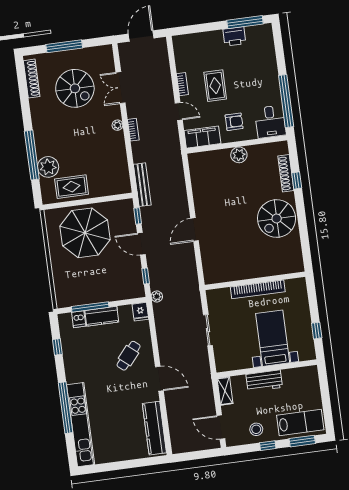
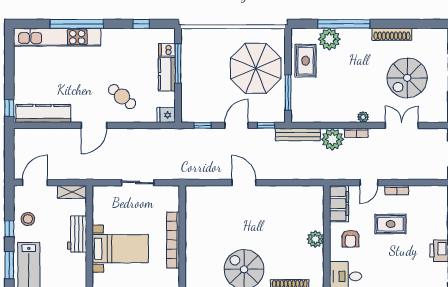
shoe rack: (32, 79) -> (392, 34), moved
window: (104, 199) -> (288, 92), added
plant: (157, 296) -> (332, 139), moved, width x1.88, depth x1.88
window: (154, 461) -> (9, 108), added

